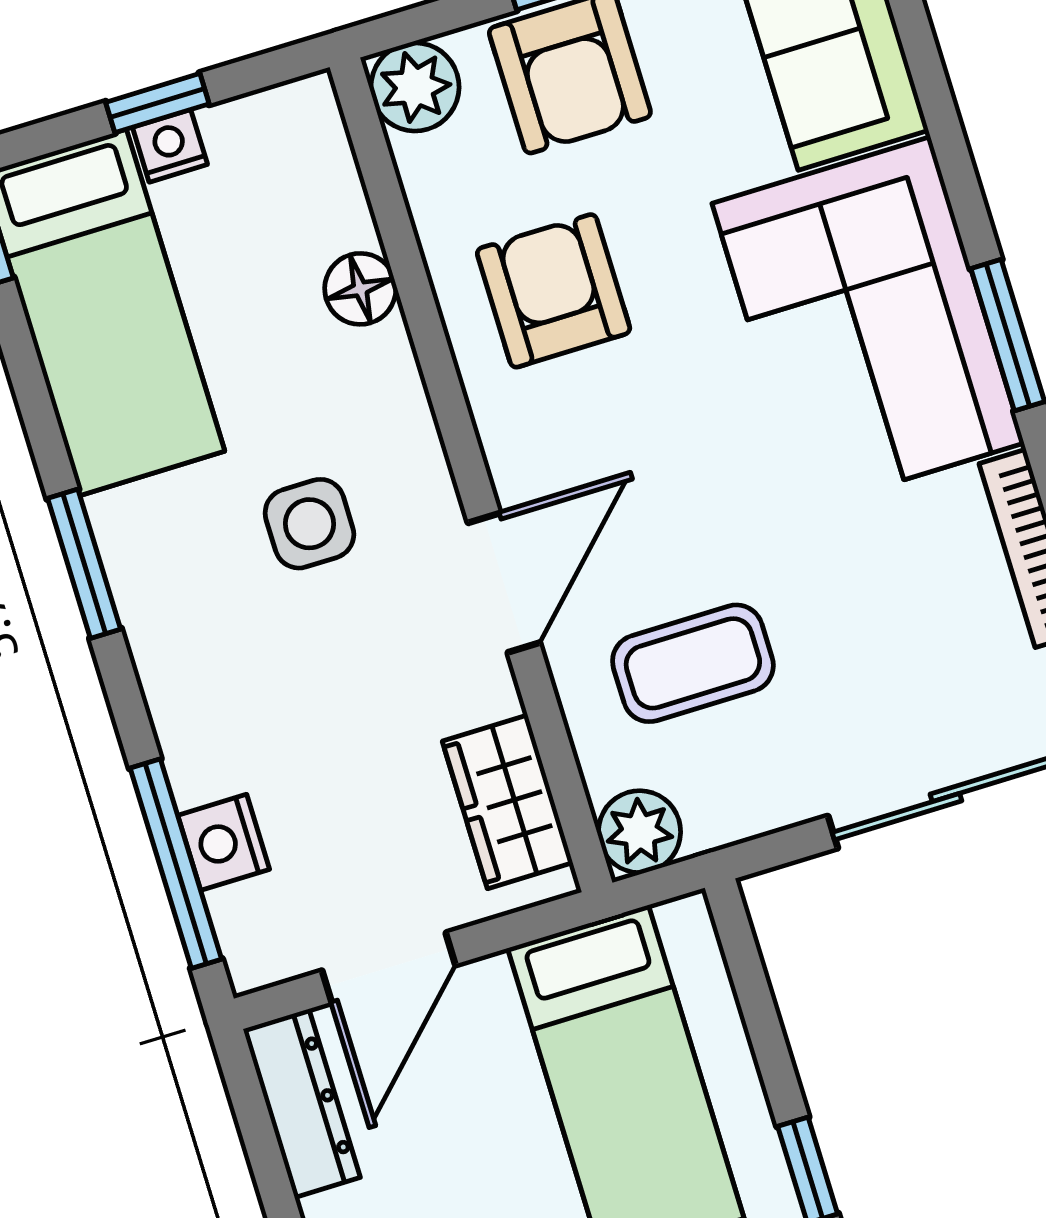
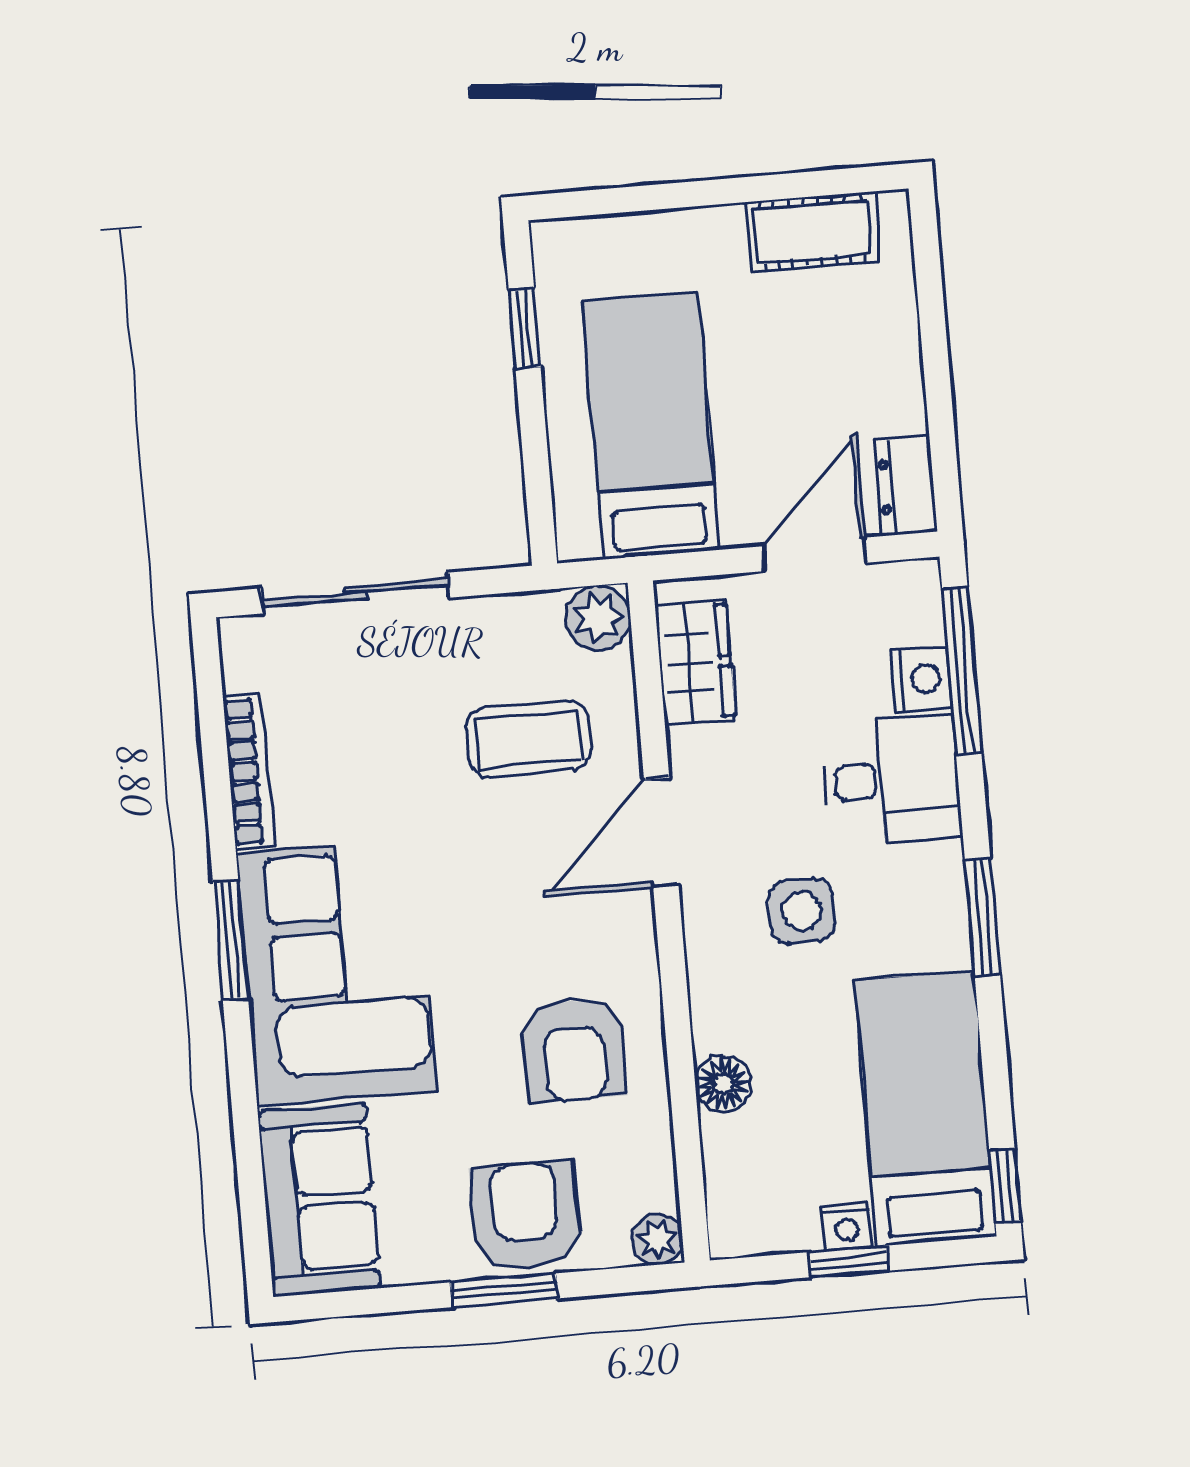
plant: (415, 87) -> (657, 1239), width x0.73, depth x0.73
desk: (234, 710) -> (891, 780), added
dresser: (302, 1103) -> (906, 485), width x0.70

